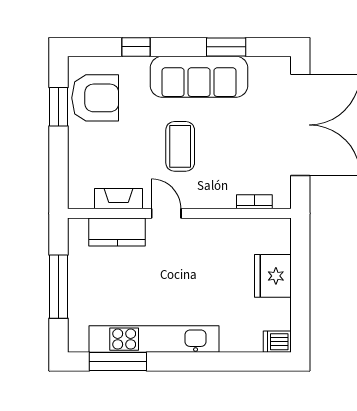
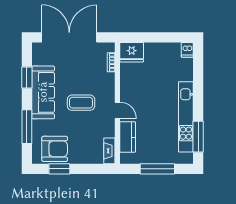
window: (136, 47) -> (27, 127), width x2.17
armchair: (95, 98) -> (55, 149), turned 90
fireplace: (118, 199) -> (109, 151), moved
door: (166, 213) -> (117, 110), swing flipped
fridge: (273, 276) -> (132, 52), moved

